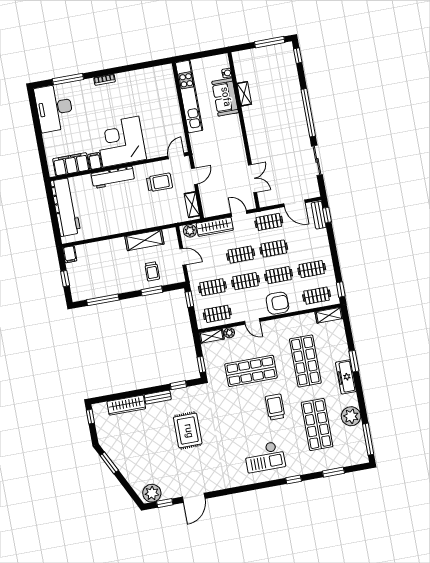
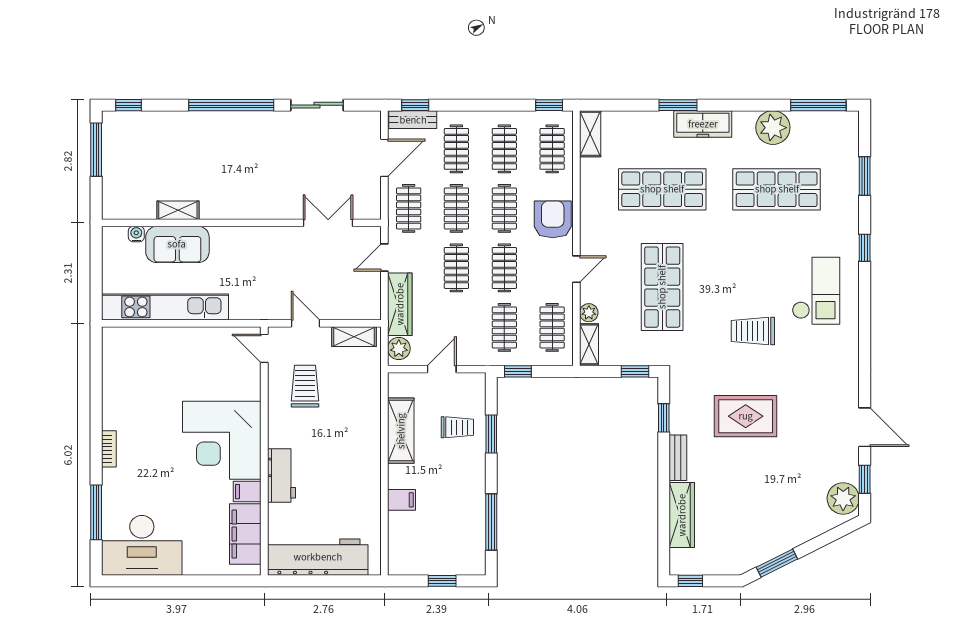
workbench: (113, 177) -> (281, 475), width x0.73
clothes rail: (307, 242) -> (456, 149), added
filing cabinet: (70, 254) -> (401, 500), moved
trolley: (275, 407) -> (753, 331), moved

